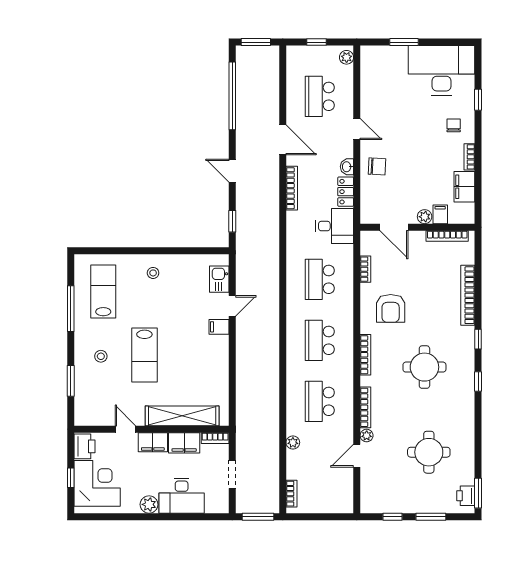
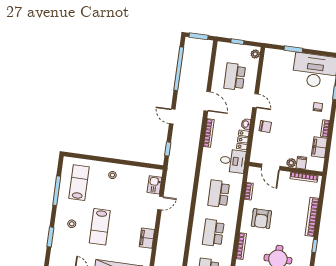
filing cabinet: (219, 327) -> (147, 238), moved, width x2.00

